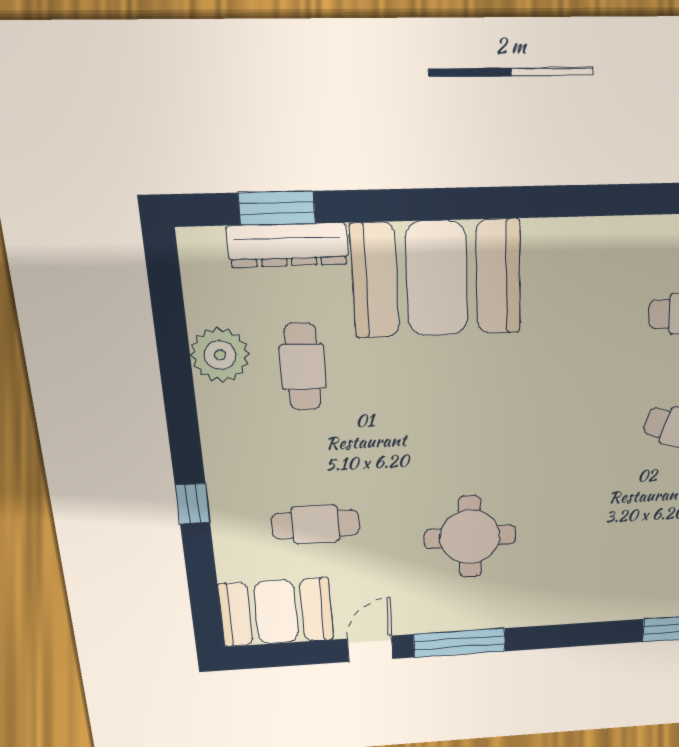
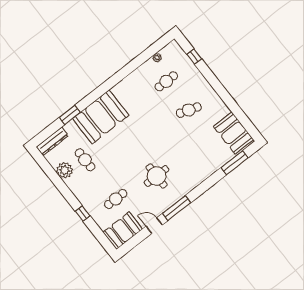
window: (277, 208) -> (70, 115), moved
dresser: (288, 245) -> (52, 141), moved
door: (370, 649) -> (154, 226), hinge flipped

